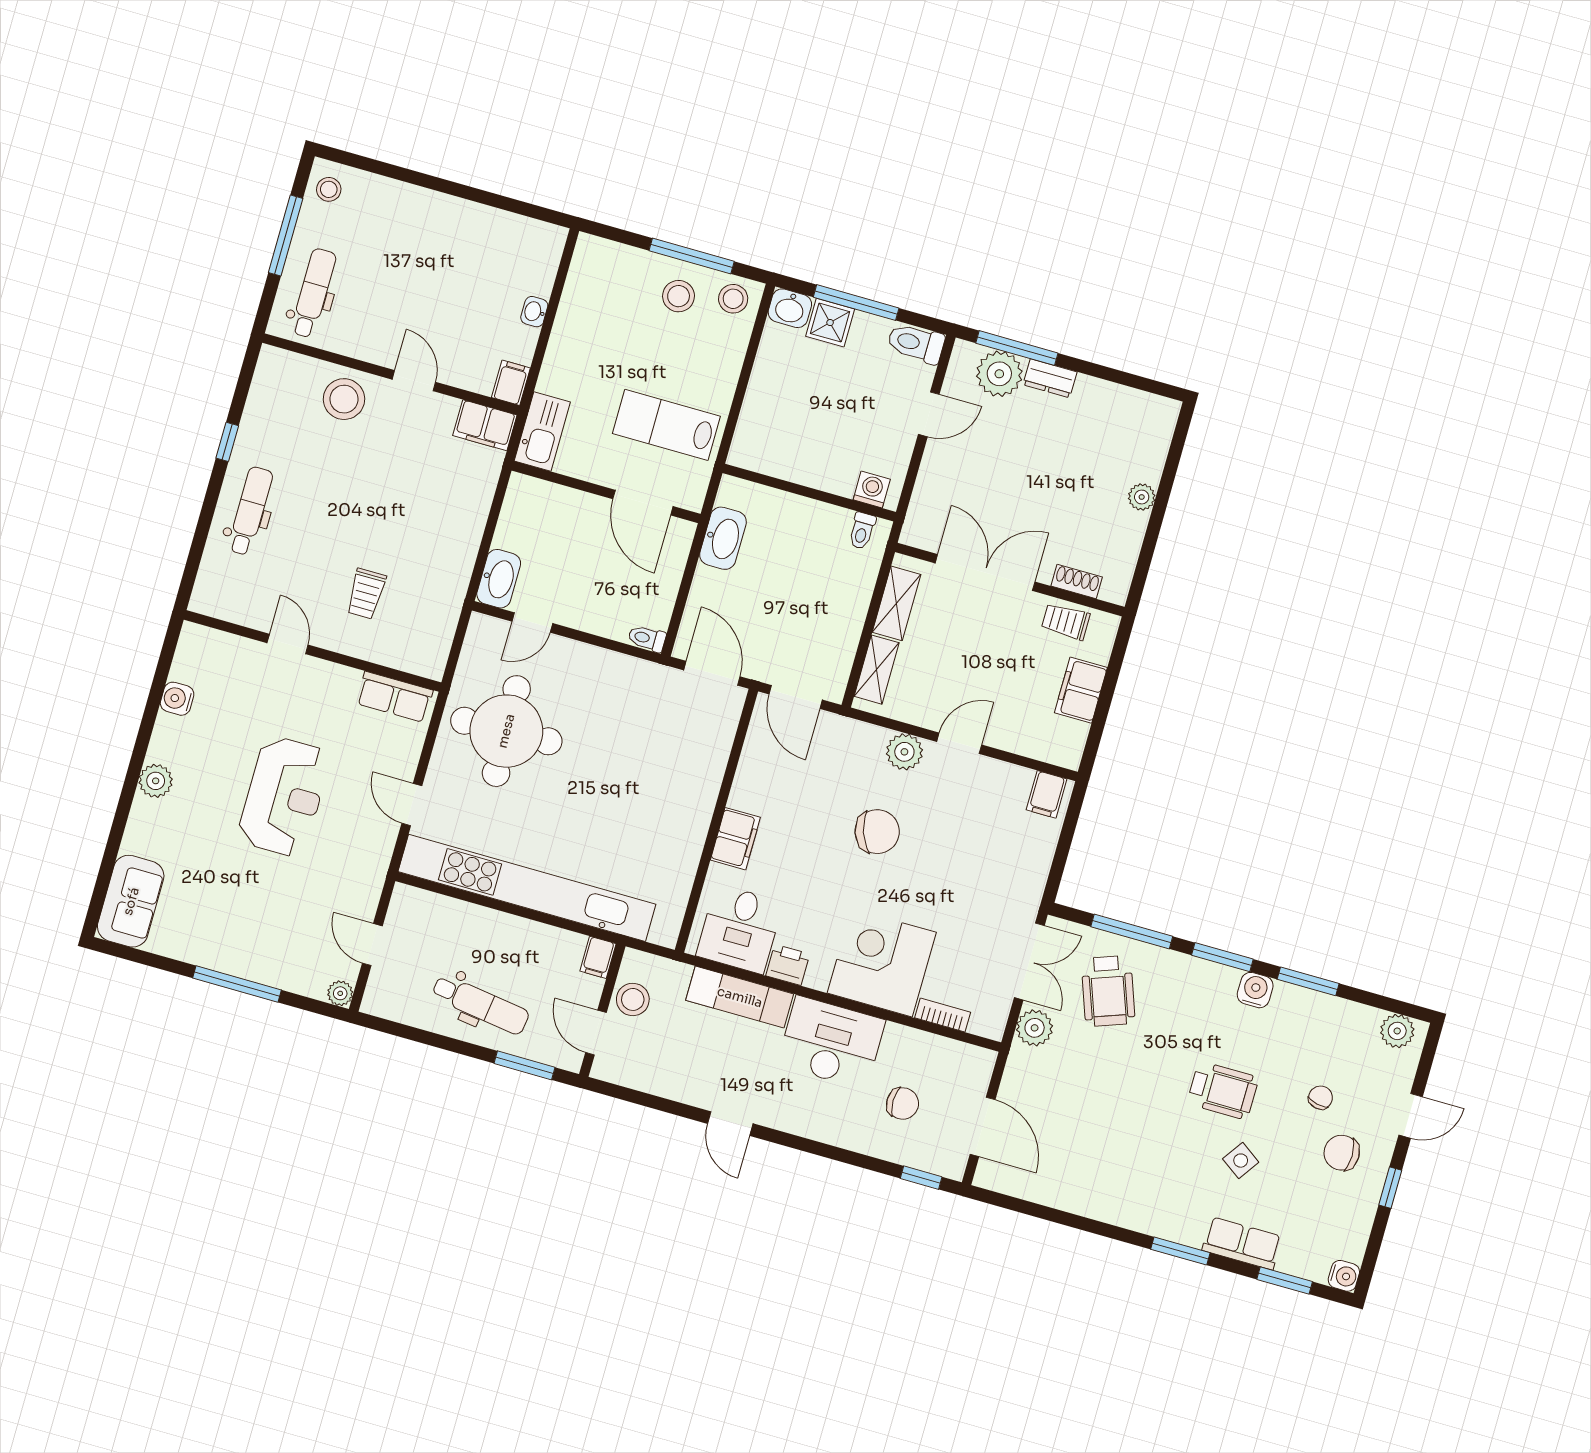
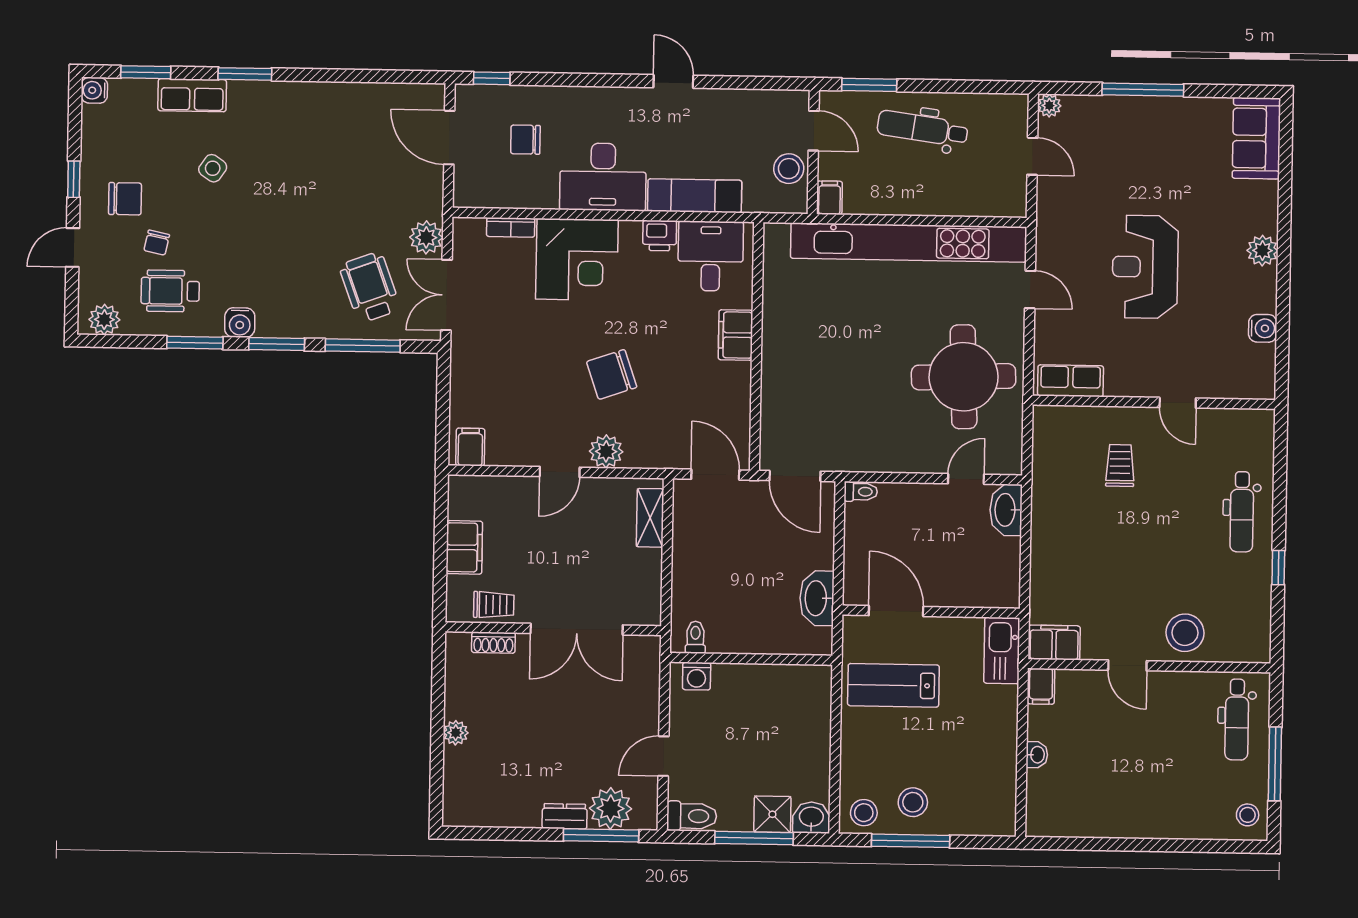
lab bench: (666, 425) -> (893, 685), turned 180
shelving: (897, 603) -> (648, 581), removed
wheelchair: (1223, 1090) -> (170, 291), moved

